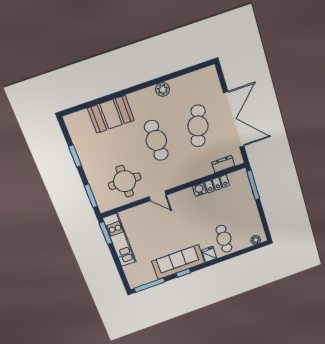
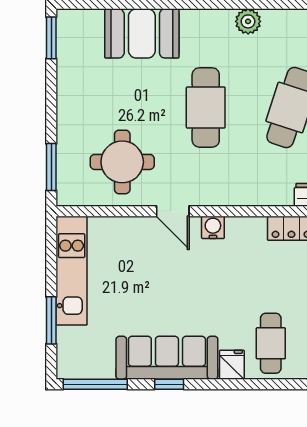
window: (75, 156) -> (51, 38), moved
water cooler: (199, 190) -> (213, 227), moved
window: (106, 233) -> (51, 320), moved

